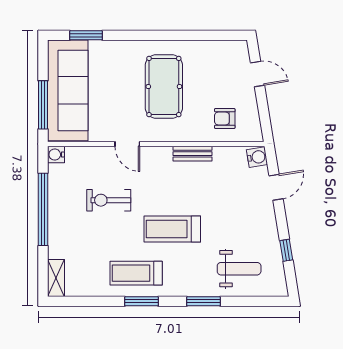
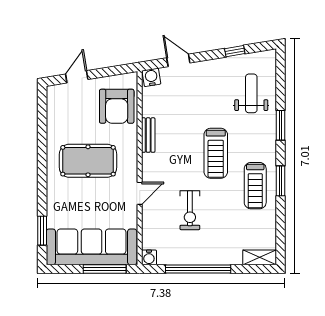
armchair: (225, 118) -> (117, 106), width x1.88, depth x1.88

